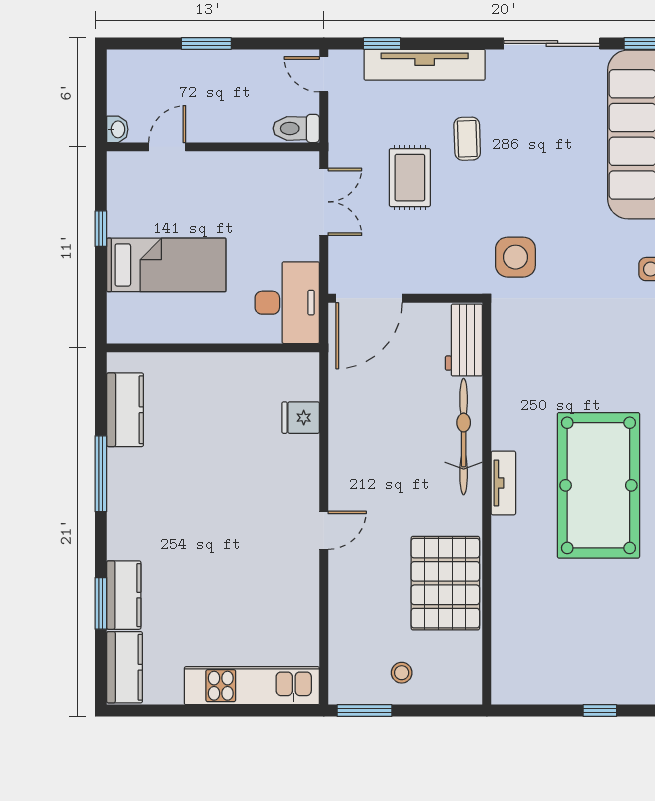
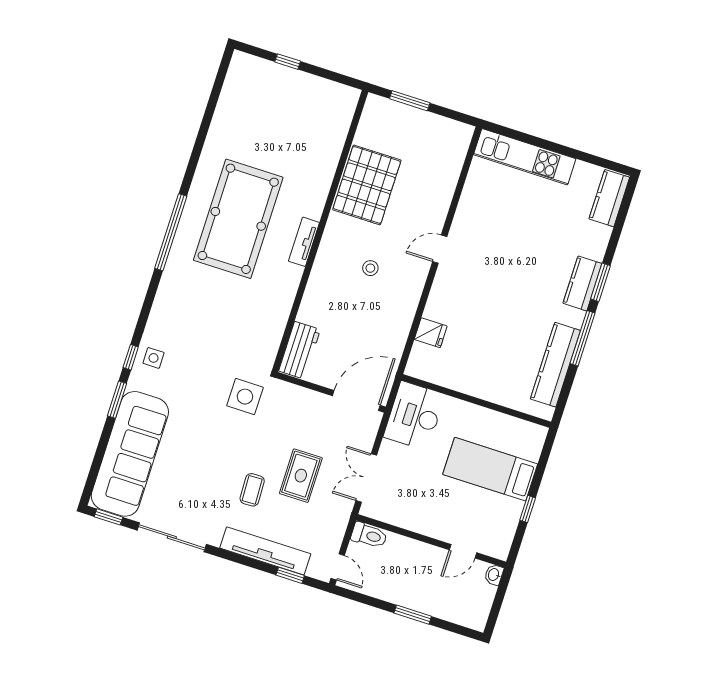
kitchen counter: (125, 410) -> (555, 365), width x1.50
bicycle: (464, 437) -> (321, 283), removed
kitchen counter: (124, 595) -> (582, 283), moved
window: (101, 603) -> (600, 282), moved
stool: (402, 673) -> (370, 268), moved
window: (365, 711) -> (410, 101), moved

